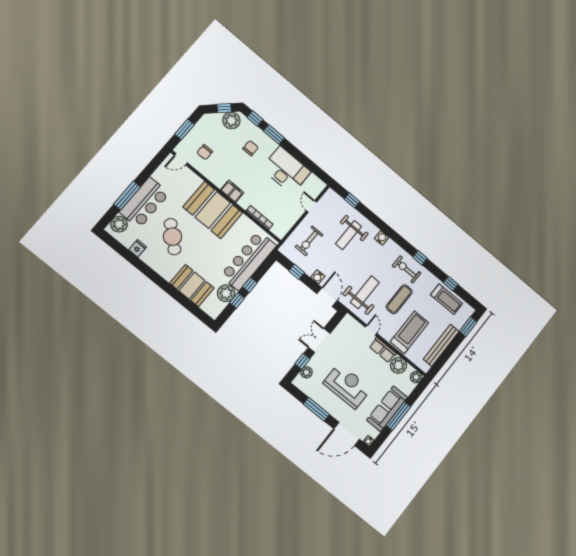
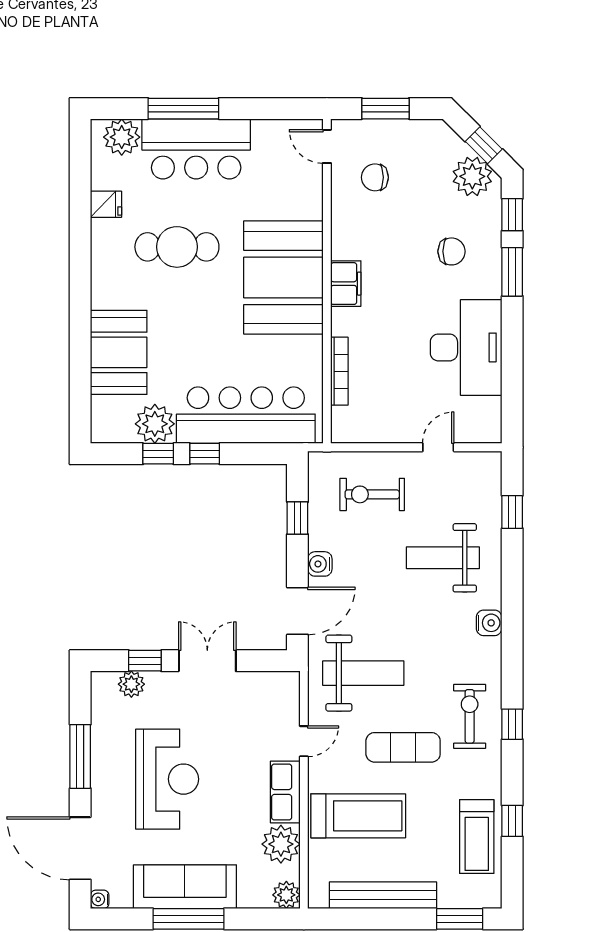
cafe table: (172, 237) -> (177, 247), turned 48

